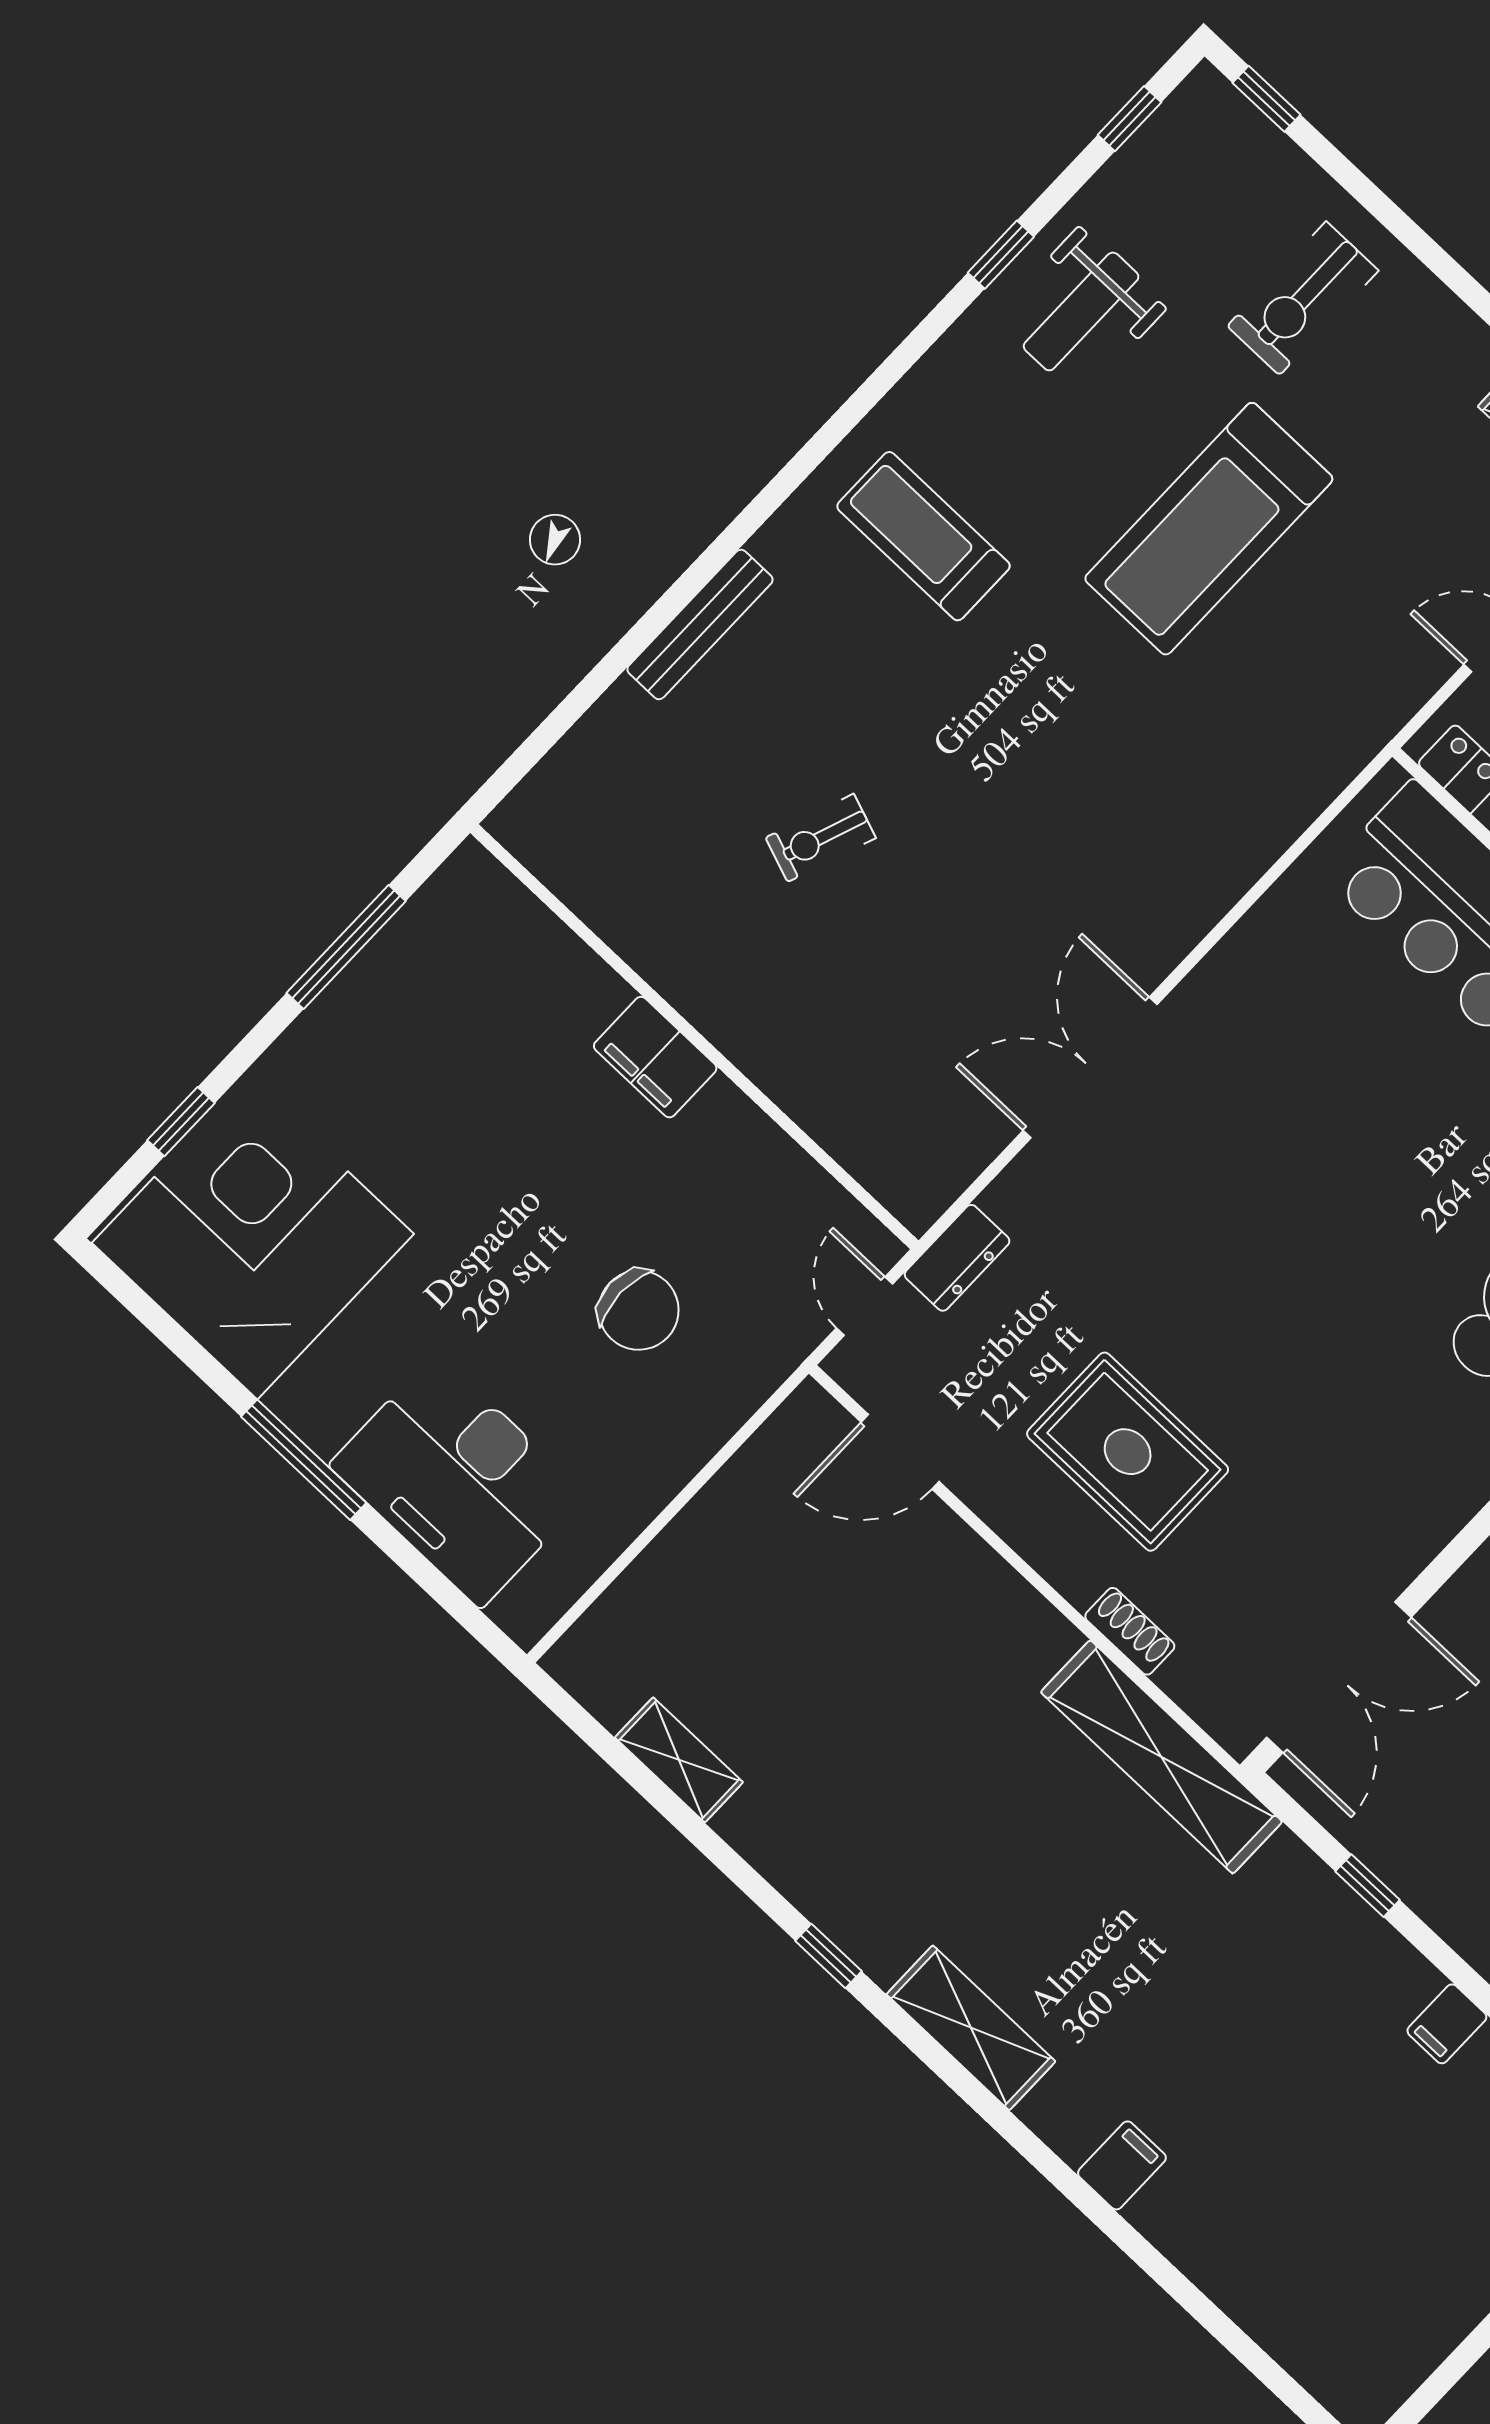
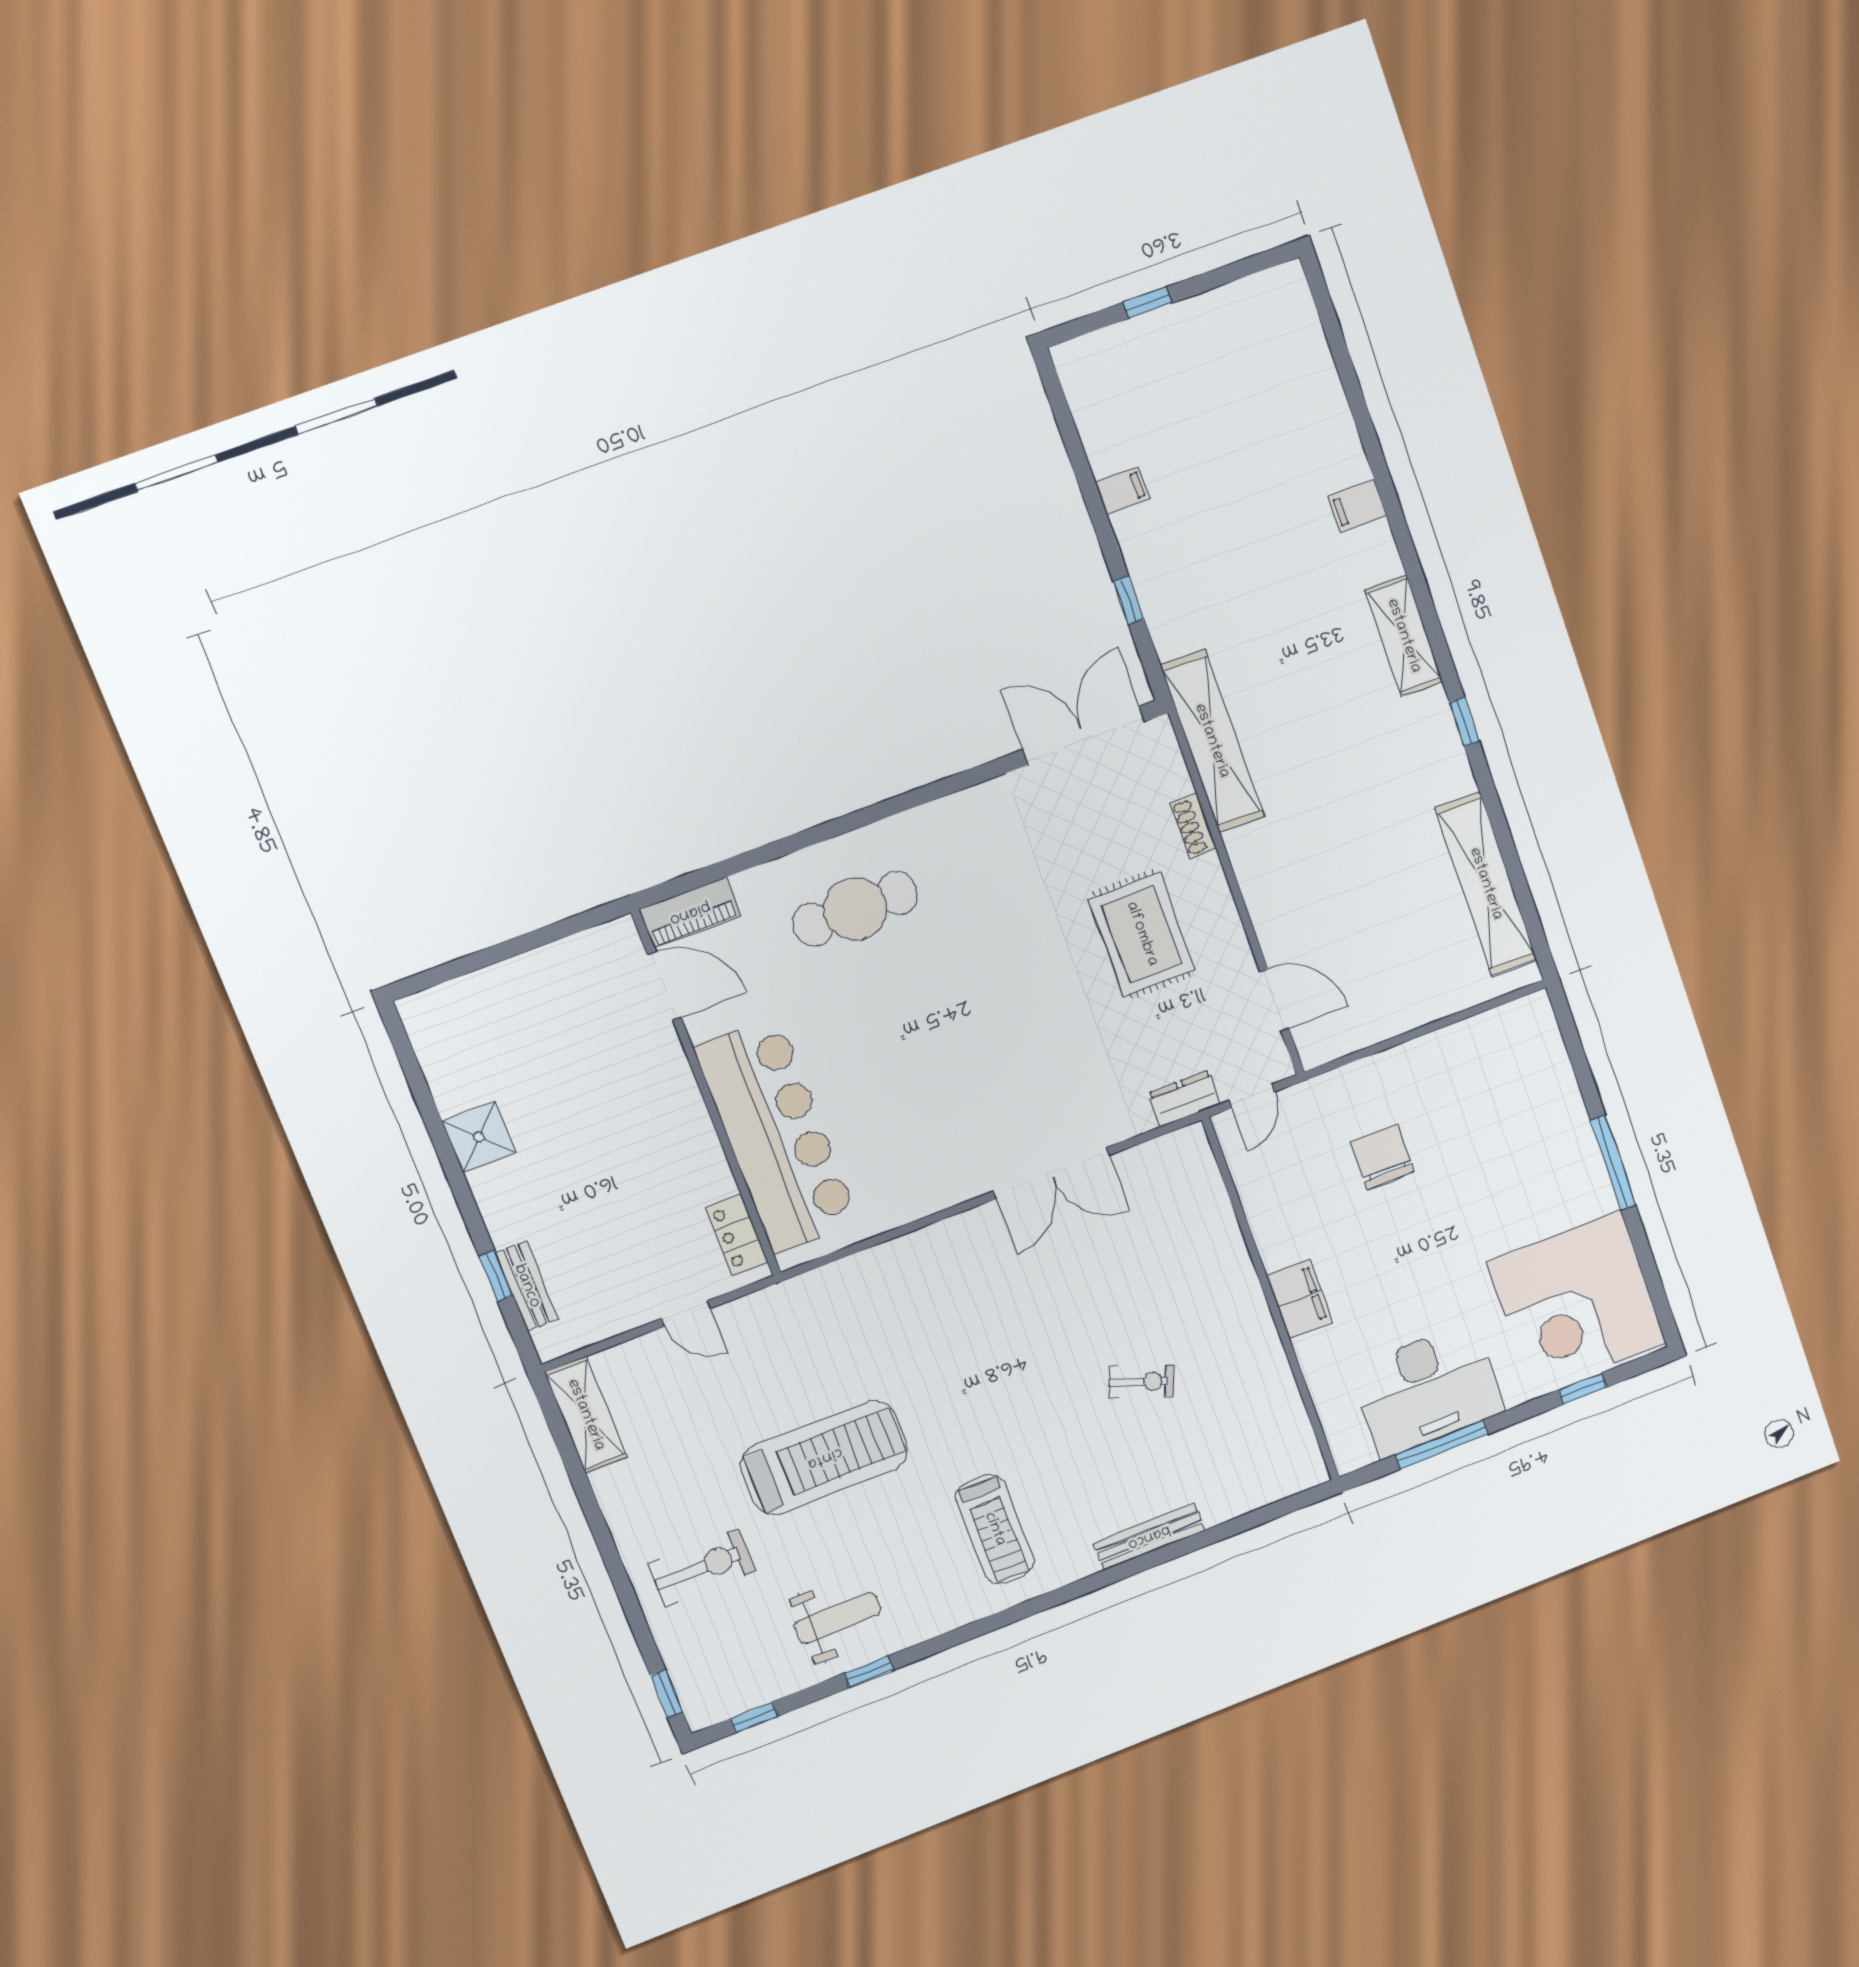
desk: (458, 1481) -> (1427, 1390), moved, turned 90
shelving: (679, 1760) -> (1486, 884), width x2.20, depth x1.33

